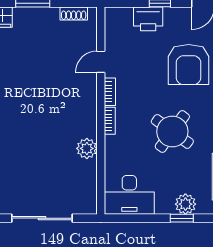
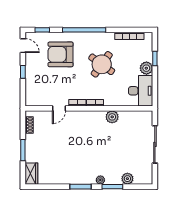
printer: (148, 19) -> (32, 79), removed
door: (101, 62) -> (59, 108), hinge flipped
armchair: (189, 65) -> (61, 54), turned 180
plant: (185, 204) -> (146, 68), moved

